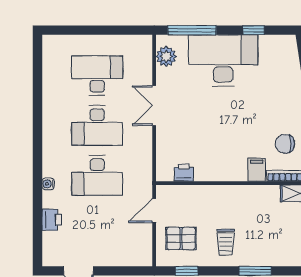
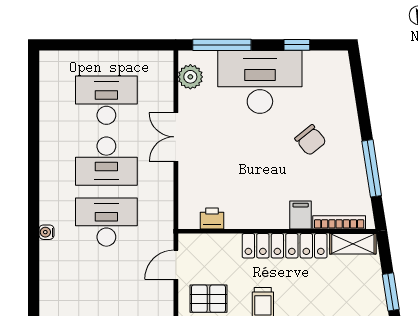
chair: (285, 144) -> (311, 140), moved, turned -129
desk: (97, 175) -> (106, 222), turned 180
locker: (243, 195) -> (285, 246), added
printer: (52, 220) -> (51, 276), removed

